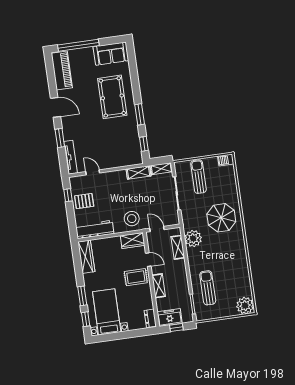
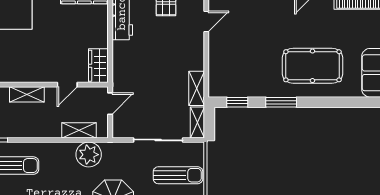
stool: (132, 219) -> (131, 69), removed
rug: (136, 277) -> (44, 63), removed

